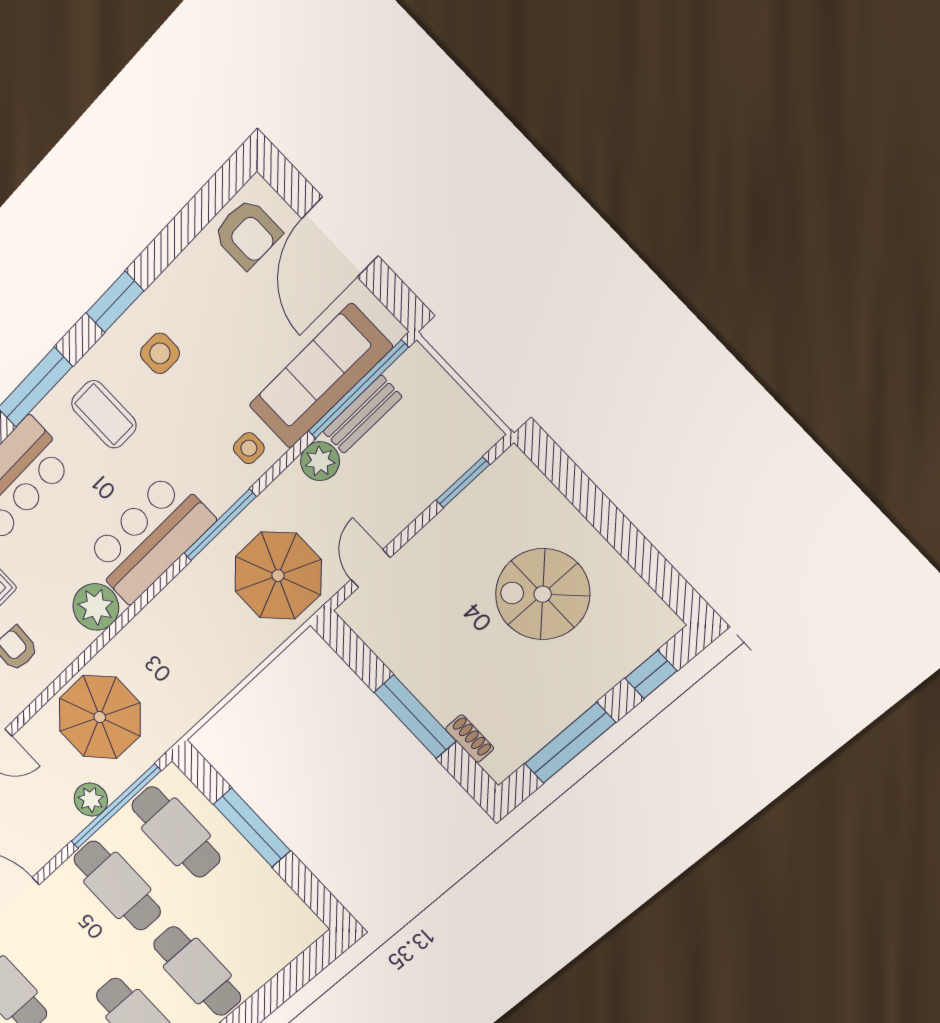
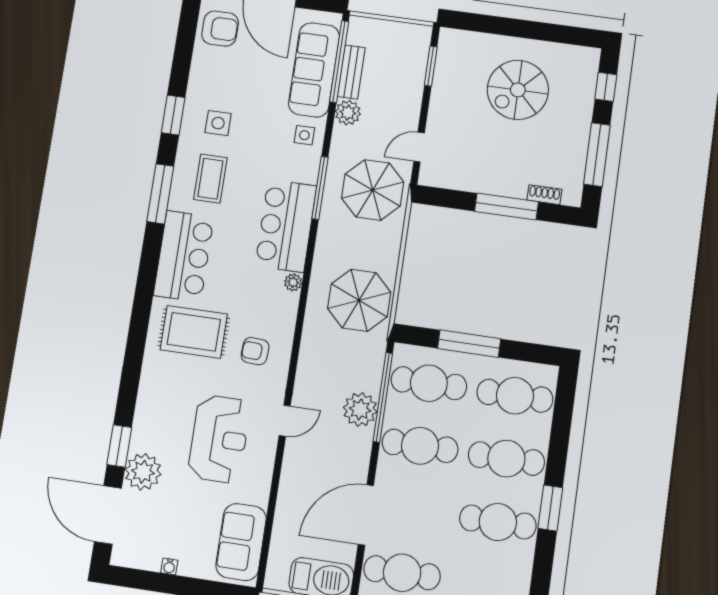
coffee table: (104, 414) -> (210, 179), turned 90
door: (371, 569) -> (419, 147), hinge flipped
plant: (96, 607) -> (293, 282), width x0.53, depth x0.53
parasol: (100, 717) -> (359, 300), moved
plant: (91, 800) -> (360, 410), width x1.36, depth x1.36
cafe table: (257, 919) -> (515, 396), added

